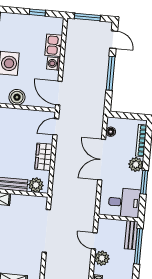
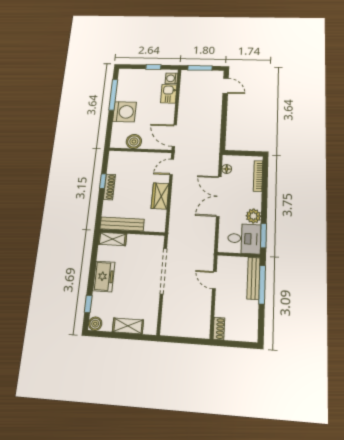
washing machine: (54, 64) -> (172, 78), moved
window: (111, 73) -> (224, 115), removed
plant: (136, 164) -> (253, 216), moved
window: (144, 182) -> (263, 236), moved
plant: (36, 185) -> (152, 224), removed
bench: (131, 235) -> (253, 278), width x1.36
plant: (102, 258) -> (223, 299), removed

